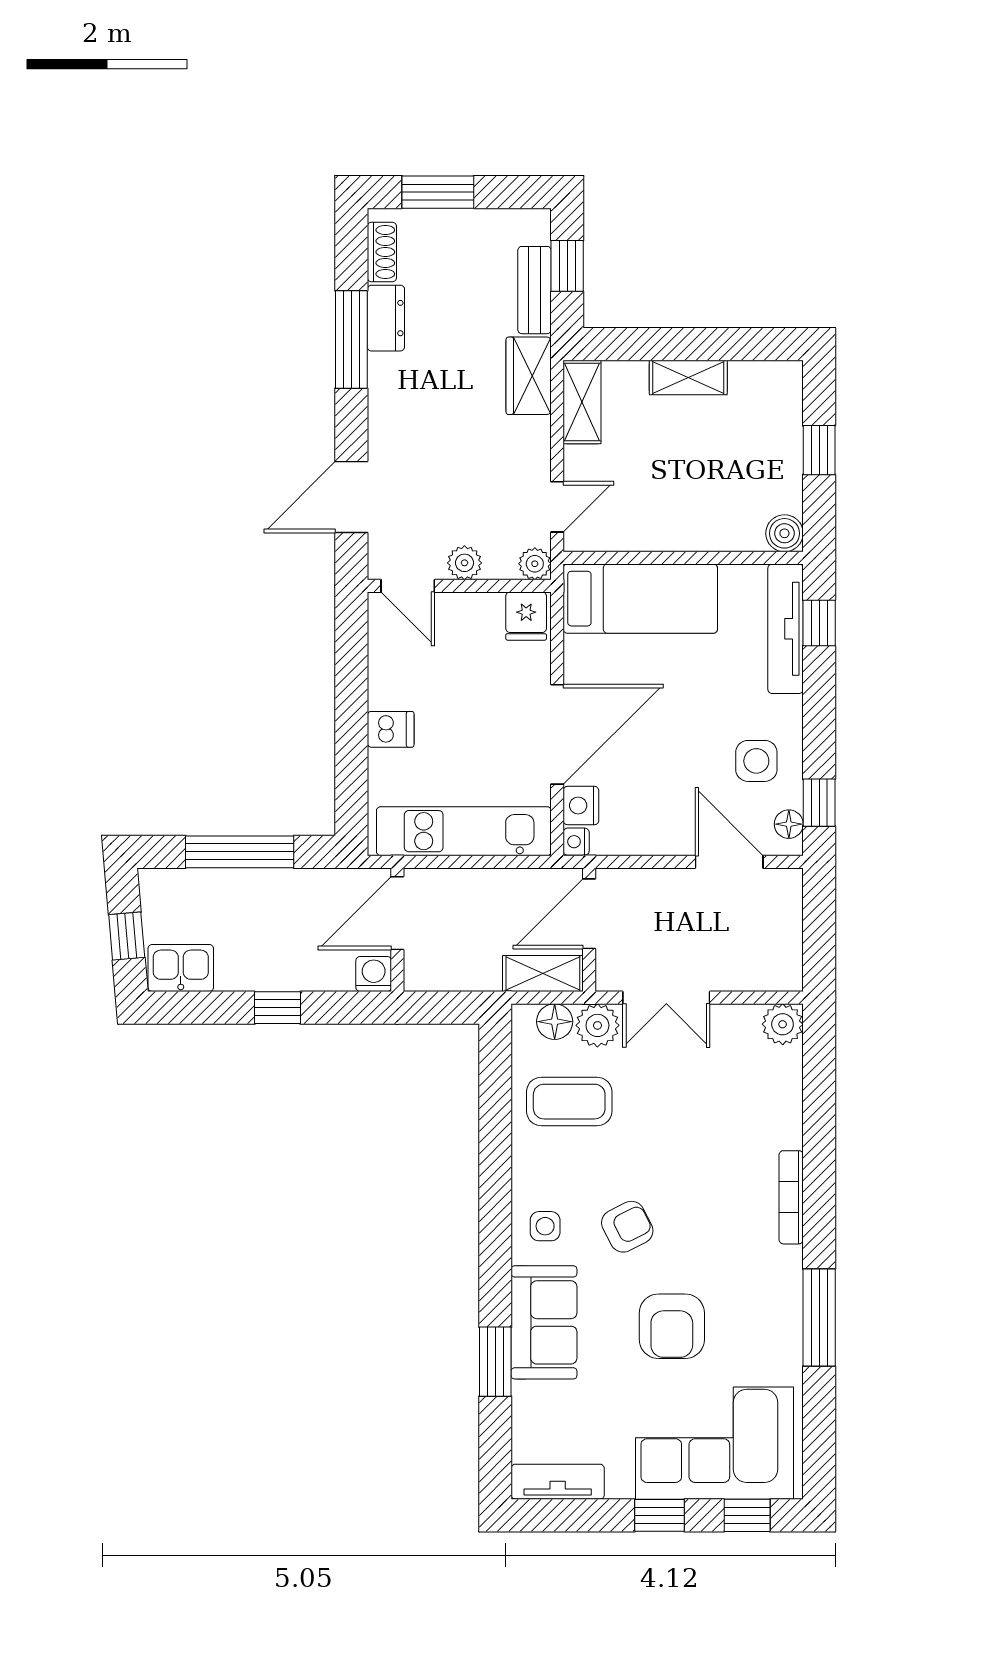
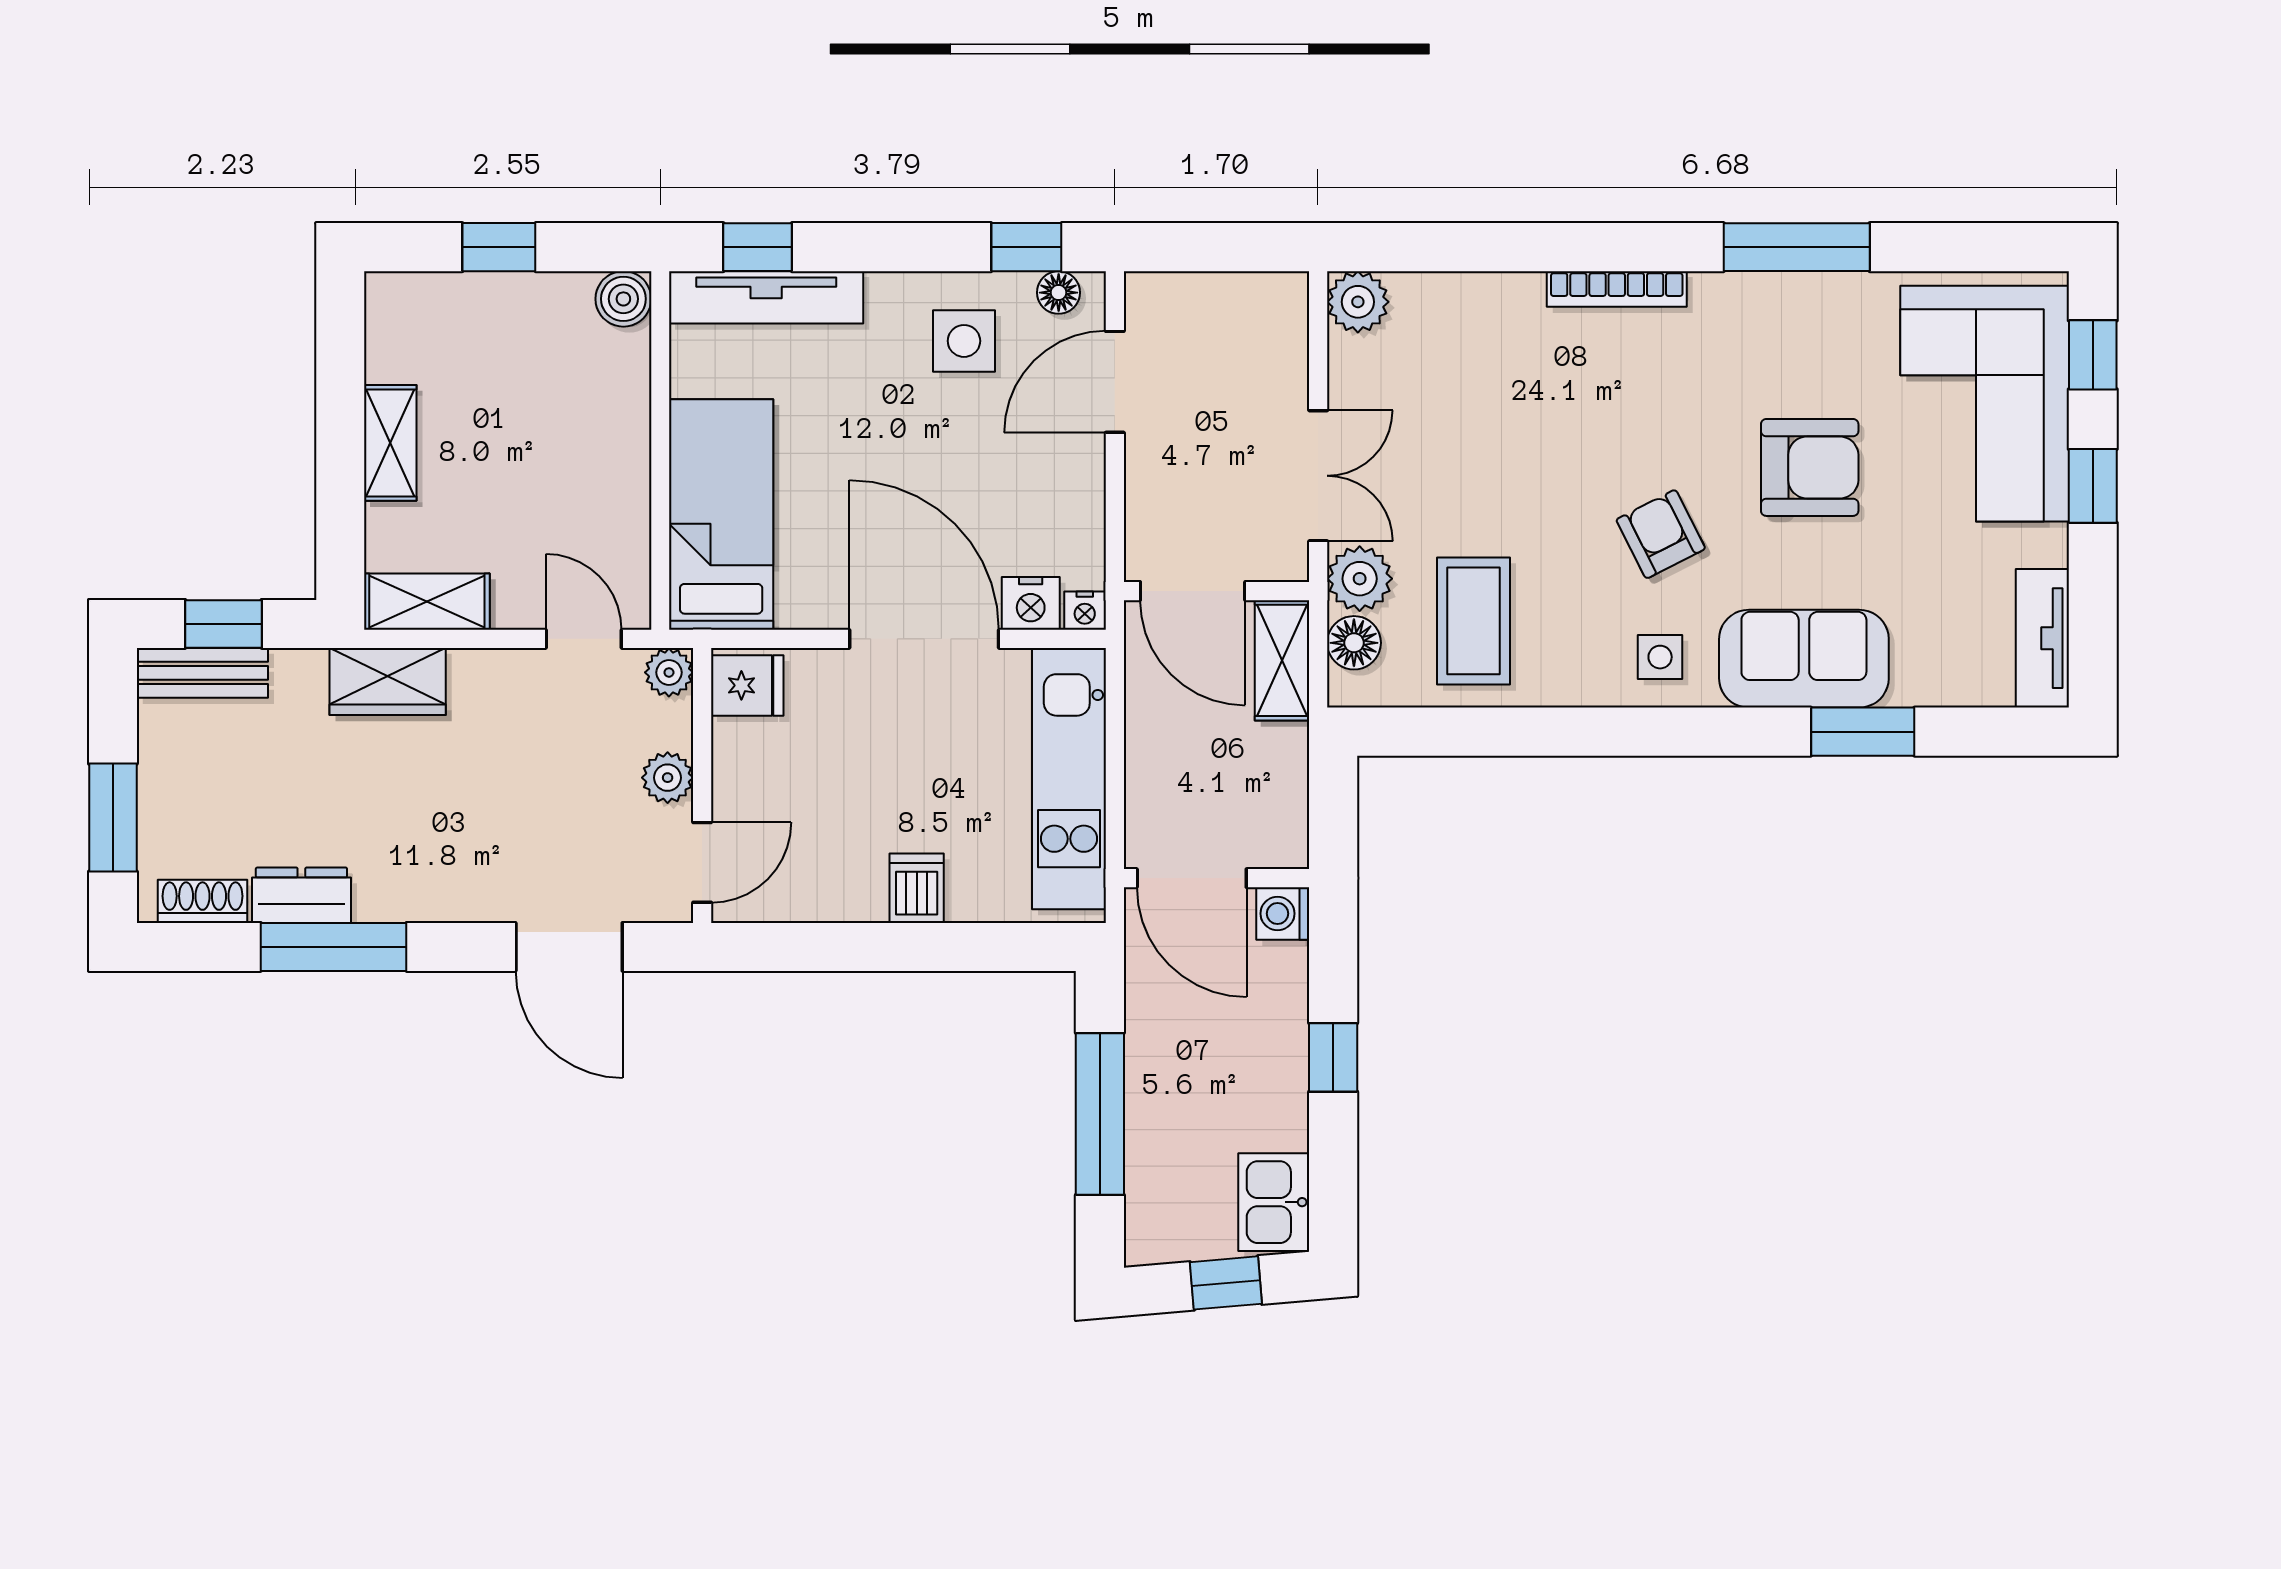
bench: (535, 290) -> (202, 673), moved

